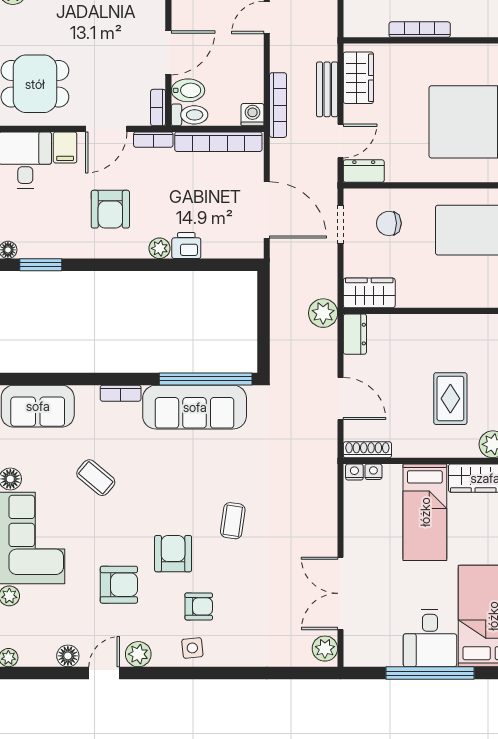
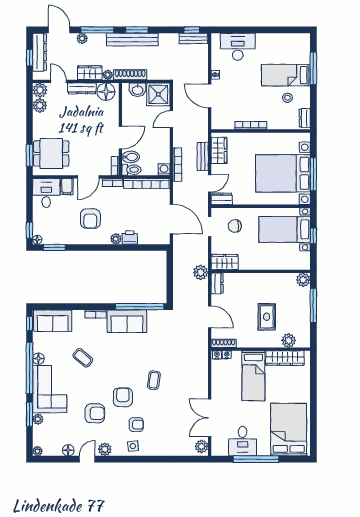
sofa: (195, 407) -> (127, 321), width x0.73
desk: (430, 638) -> (243, 441), moved

